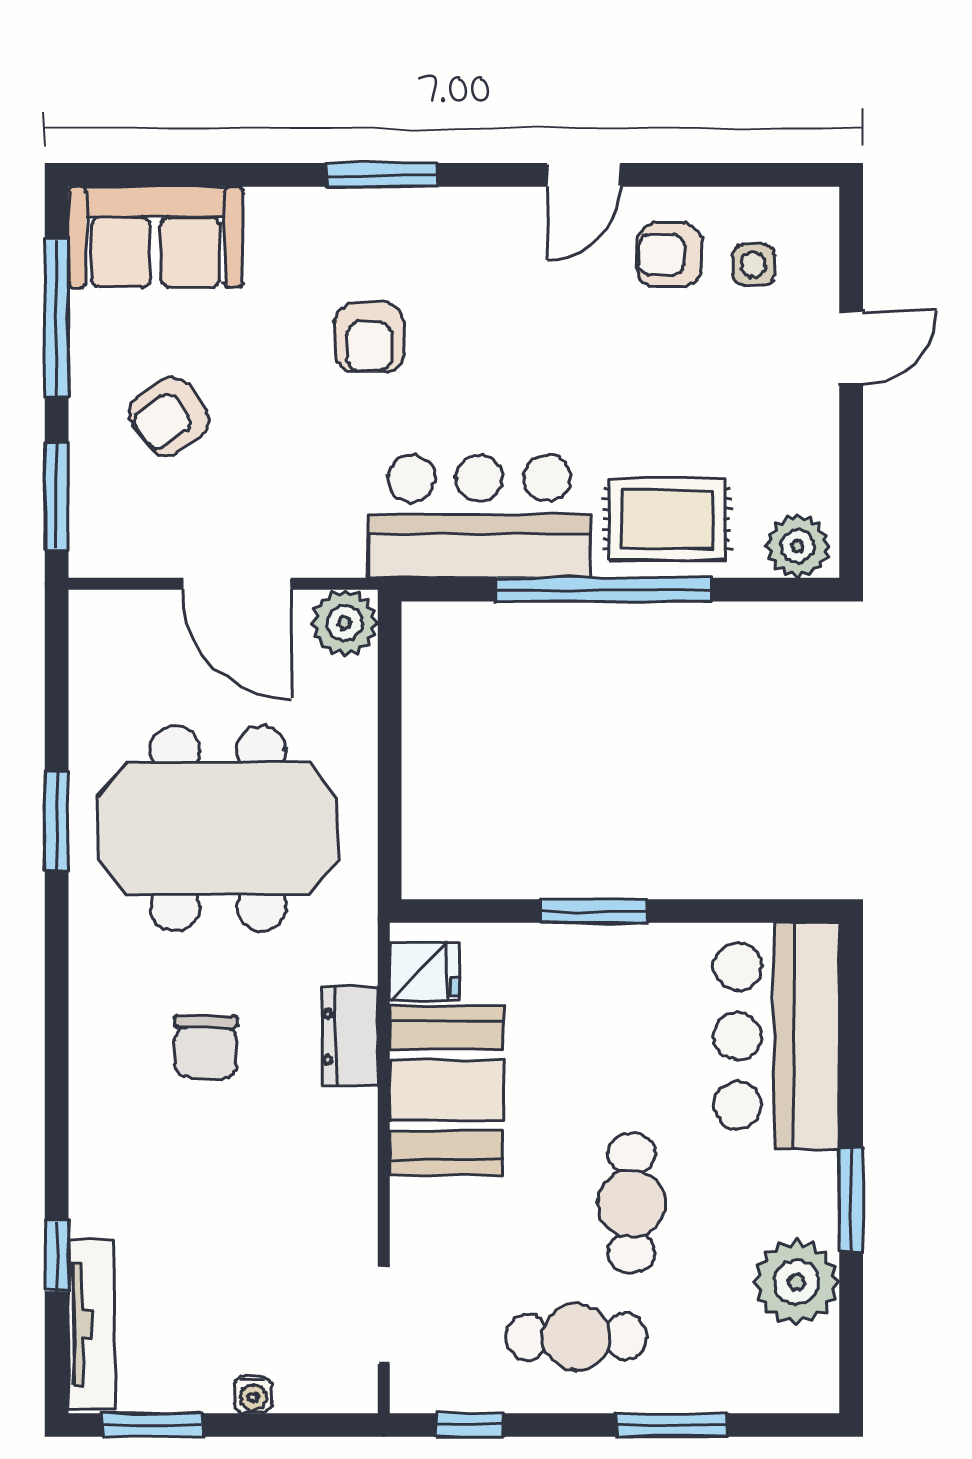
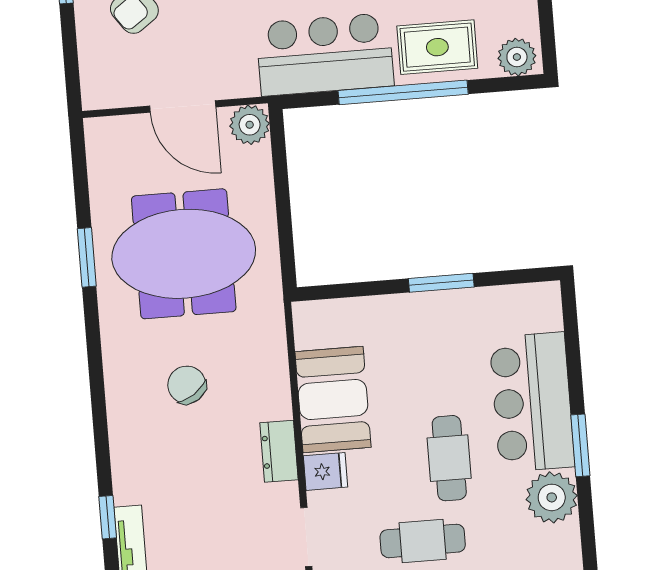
window: (57, 496) -> (71, 63), removed
window: (594, 911) -> (441, 283), moved
fridge: (424, 972) -> (325, 471), moved
bar counter: (777, 1036) -> (532, 402), moved
dresser: (350, 1037) -> (279, 451), moved
chair: (206, 1046) -> (187, 385), turned 146

